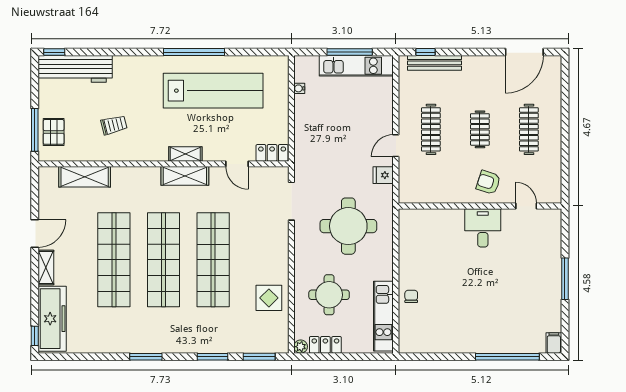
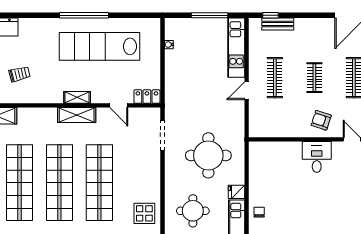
bench: (434, 63) -> (278, 24), width x0.73
kitchen unit: (356, 66) -> (236, 48), moved, turned 90
lab bench: (213, 91) -> (99, 46), turned 180
fridge: (383, 175) -> (236, 192), moved

